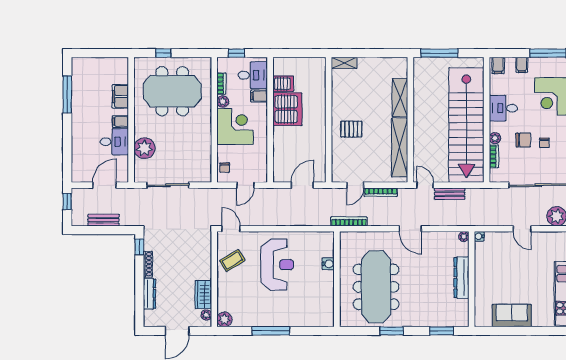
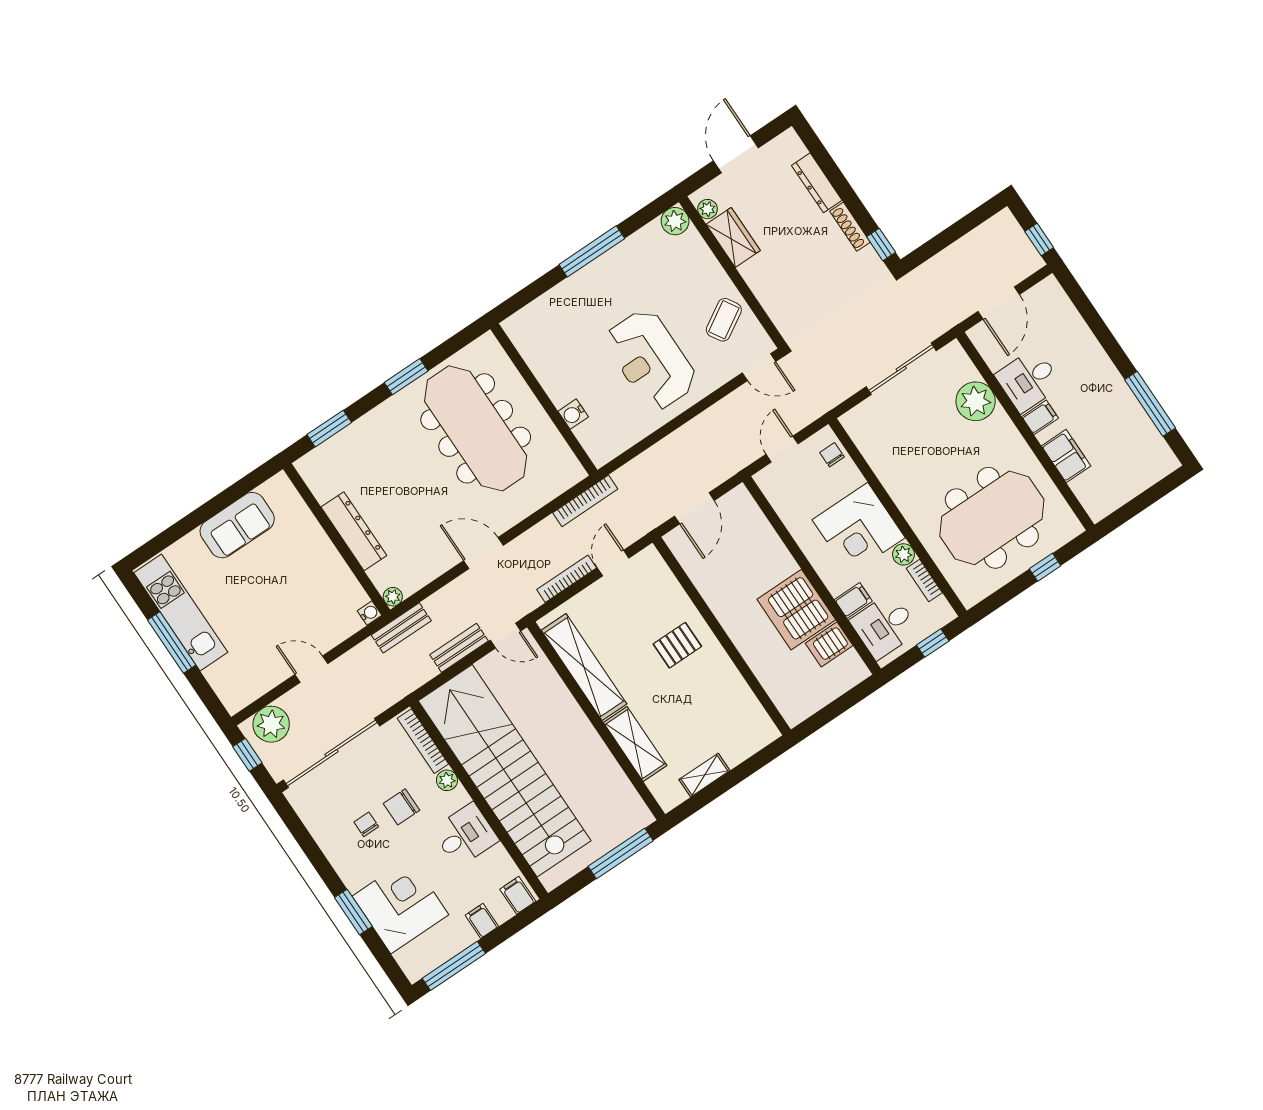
shelving: (344, 63) -> (704, 775), moved
bookcase: (494, 156) -> (423, 741), width x1.56
bench: (103, 220) -> (401, 628), moved

